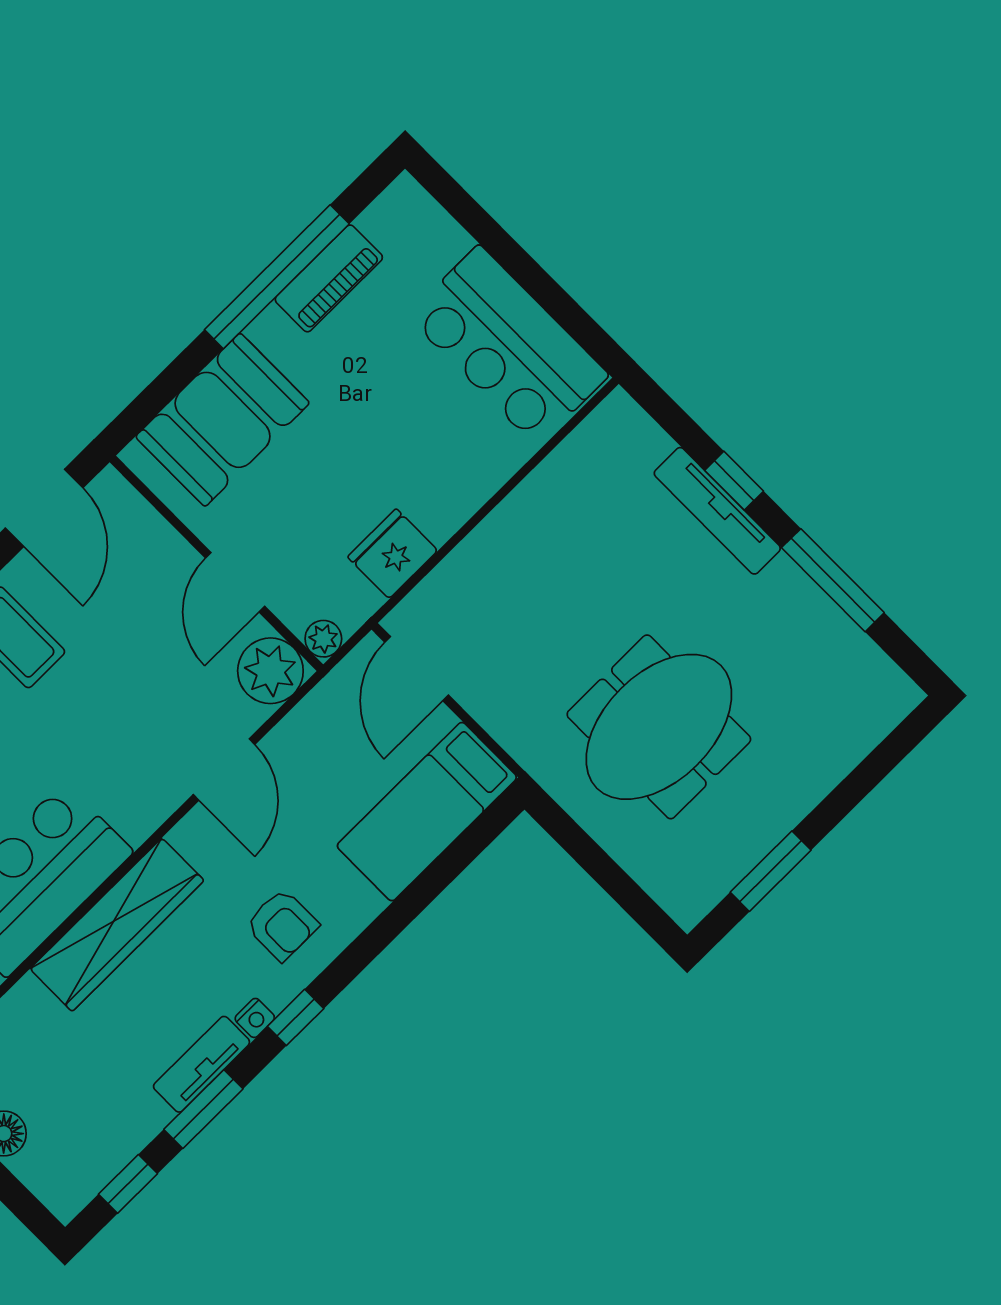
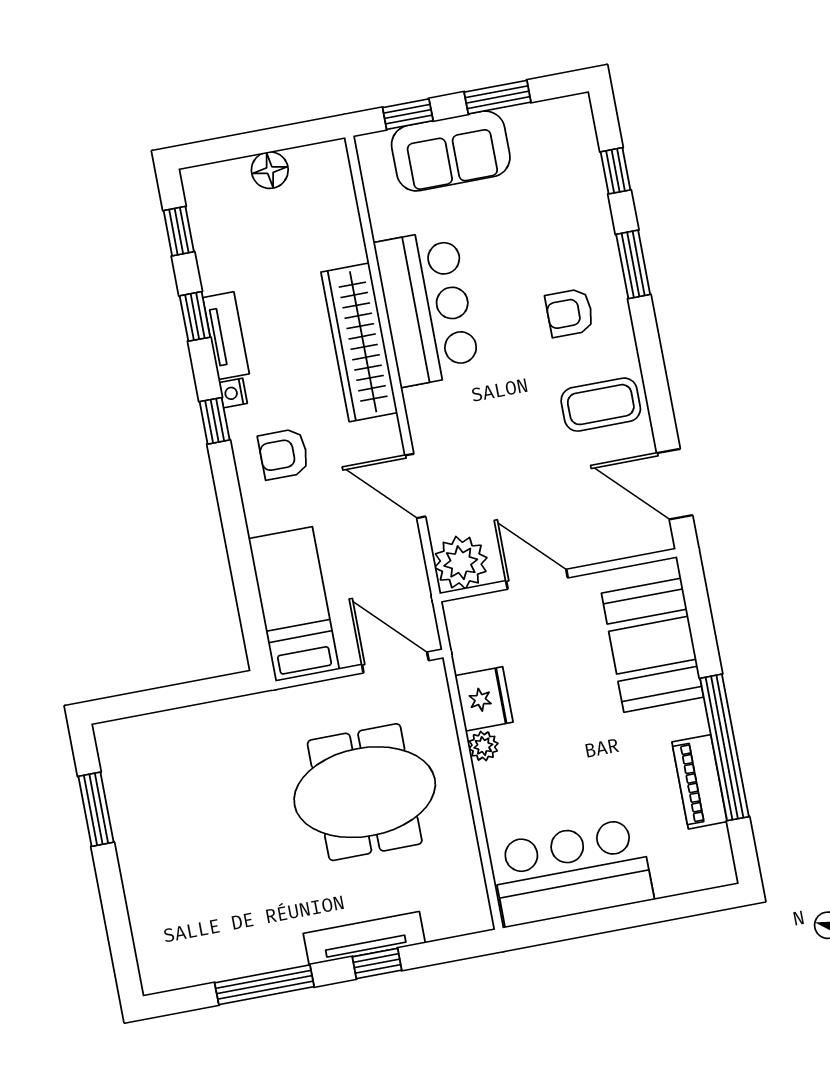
plant: (323, 639) -> (483, 746), moved
meeting table: (659, 727) -> (365, 792), moved, turned 90
window: (203, 1109) -> (195, 316), width x0.67

